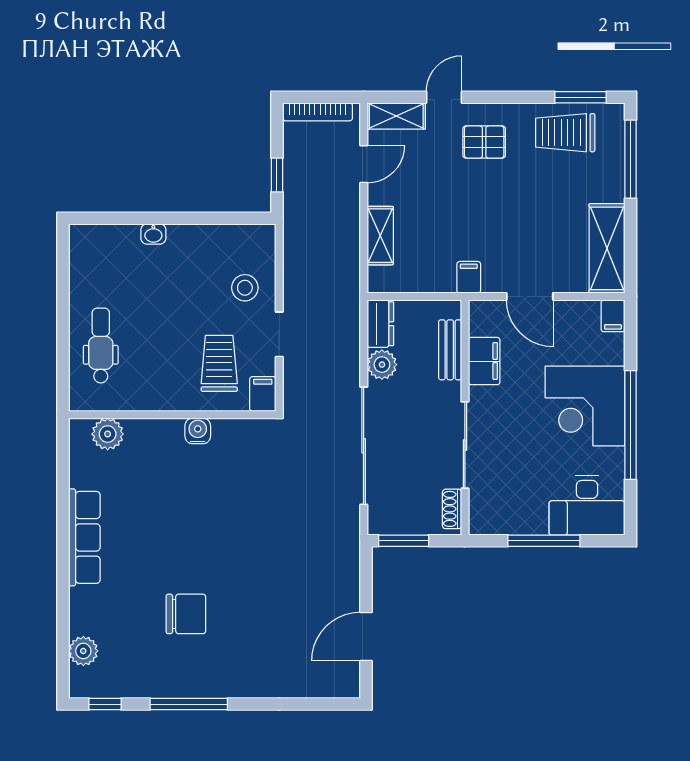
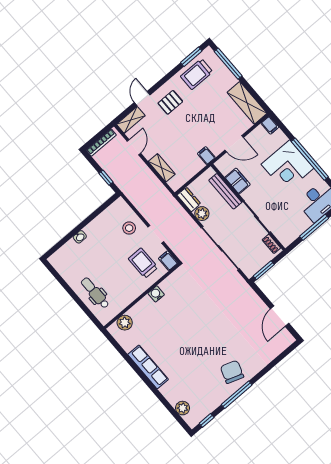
bench: (450, 350) -> (225, 191), width x1.36
chair: (186, 614) -> (232, 372), moved, turned -71

